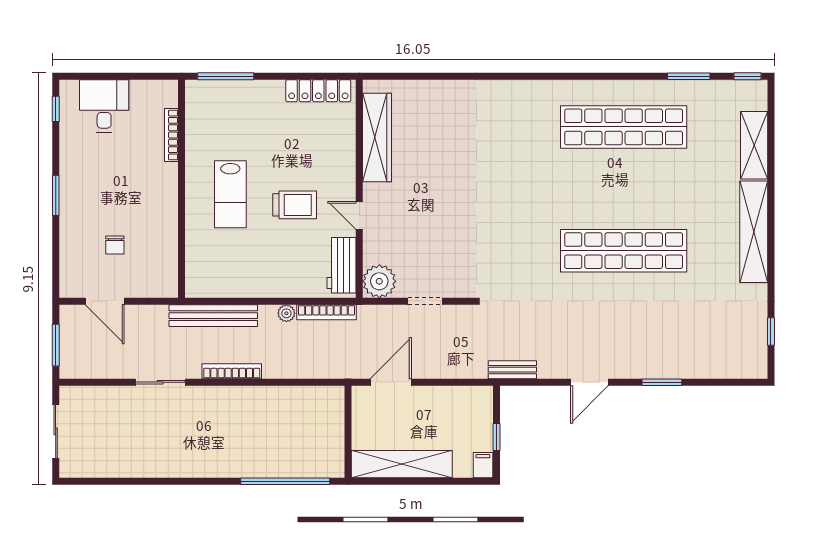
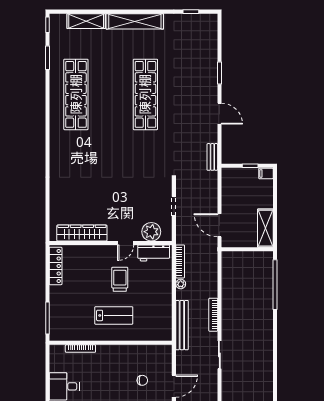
plant: (379, 281) -> (151, 232), moved
shelving: (402, 464) -> (265, 228), width x0.68

